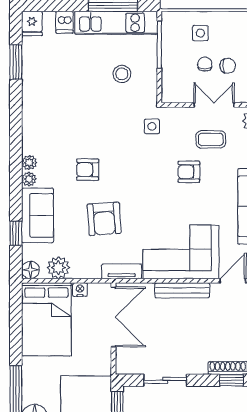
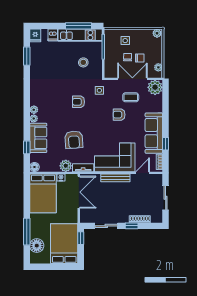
double door: (214, 105) -> (132, 79), width x1.37
armchair: (88, 170) -> (79, 102), moved
plant: (58, 268) -> (66, 166), moved
window: (231, 380) -> (132, 226), moved

